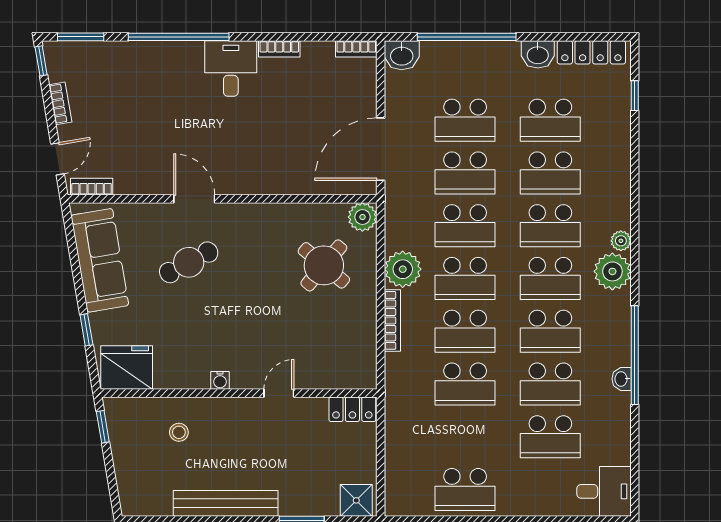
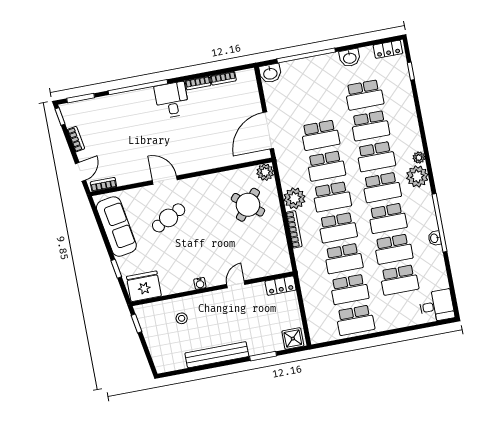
bookcase: (356, 49) -> (223, 78), moved
locker: (591, 52) -> (388, 49), width x0.66
school desk: (465, 120) -> (349, 289), moved

